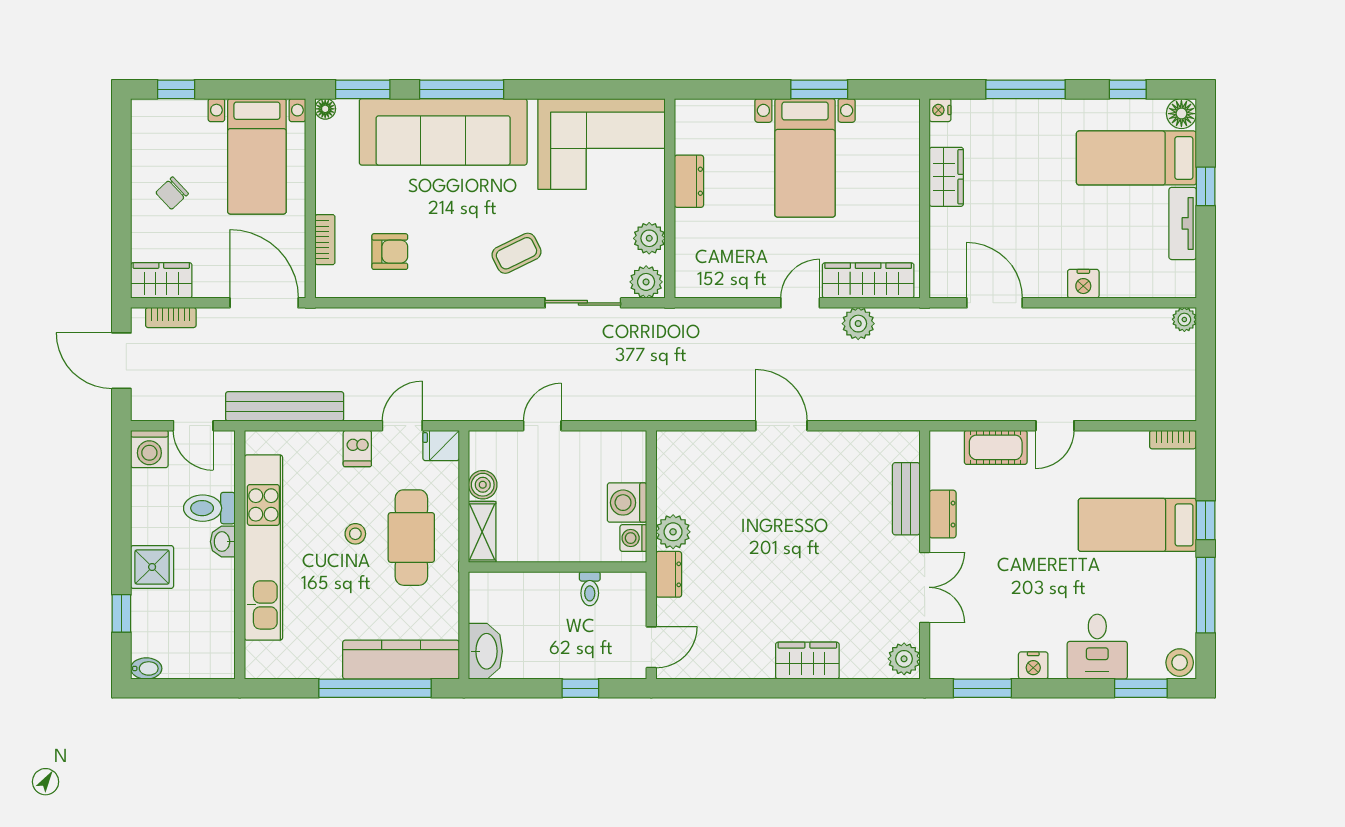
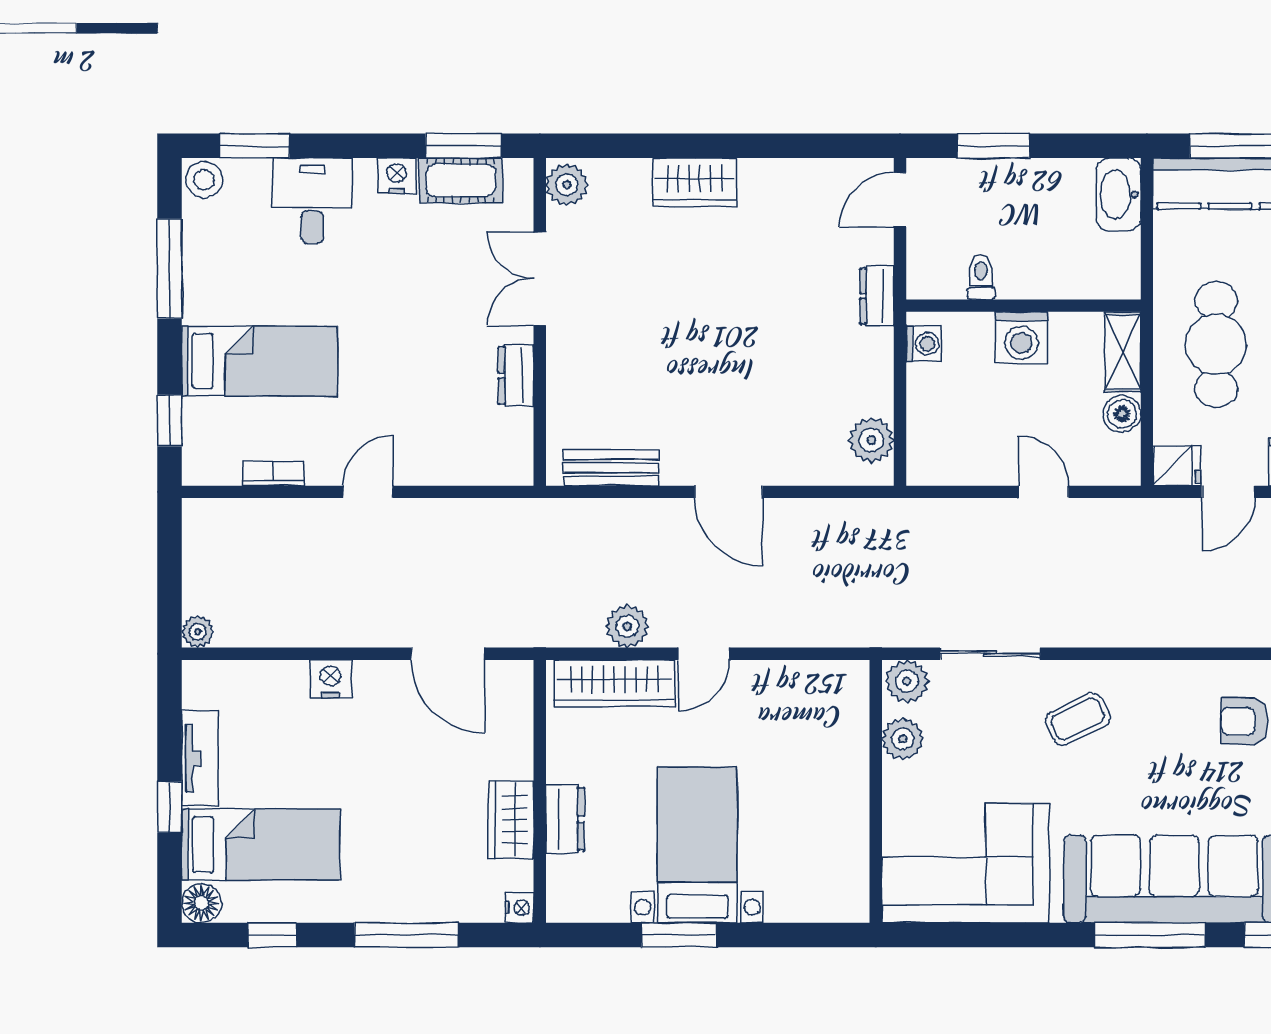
dresser: (689, 181) -> (565, 819), moved, turned 180
door: (542, 426) -> (1044, 492), swing flipped
bookcase: (1173, 440) -> (274, 474), moved
cot: (996, 447) -> (461, 180), moved
bench: (906, 499) -> (611, 468), moved, turned 90
washing machine: (627, 503) -> (1021, 338), moved, turned 90
window: (1206, 520) -> (169, 421), moved
plant: (673, 532) -> (871, 440), moved
window: (580, 688) -> (993, 146), width x1.50

